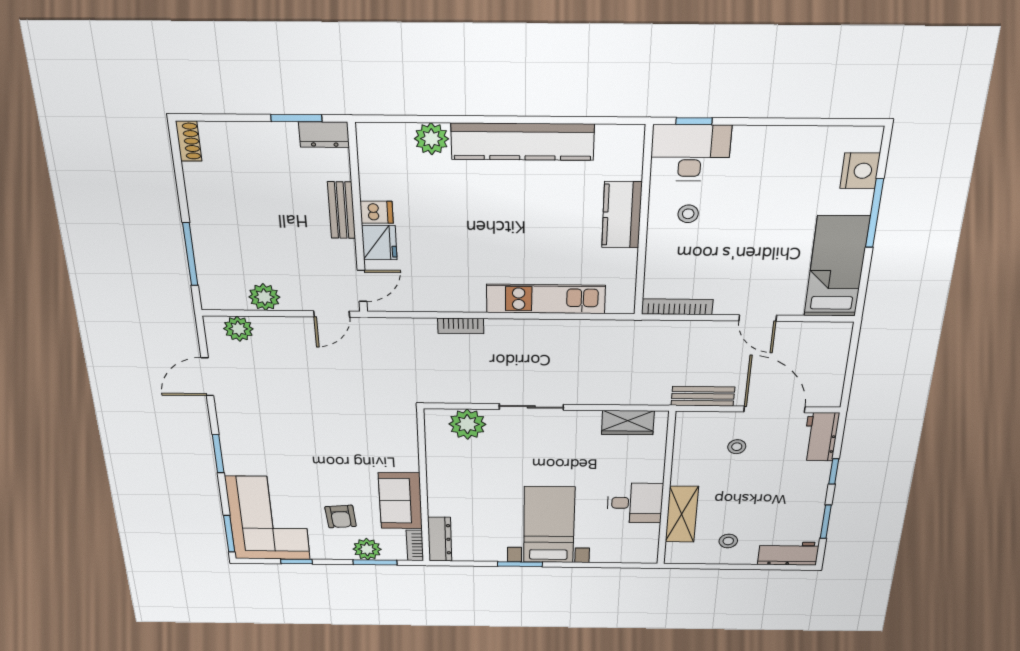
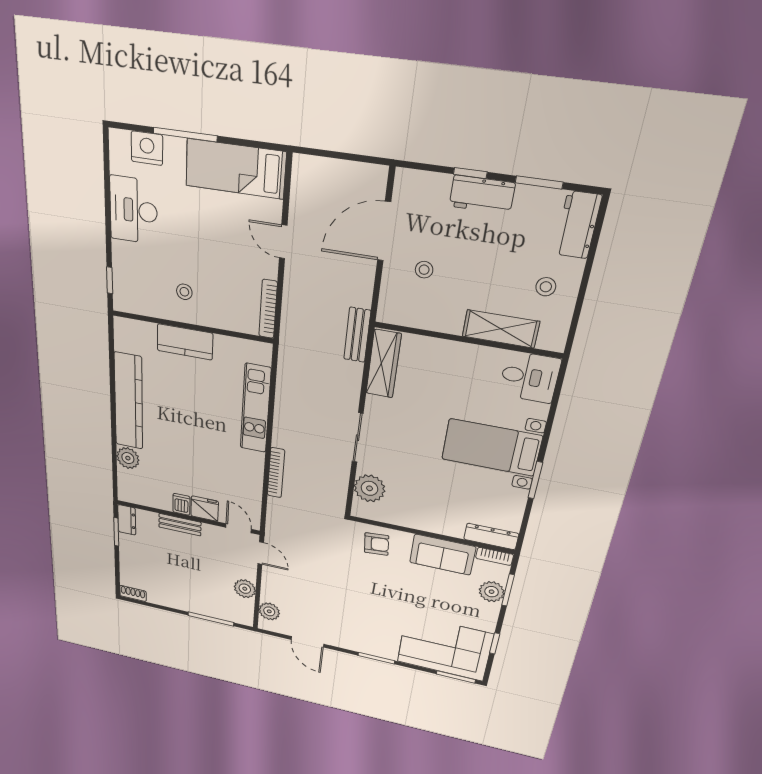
desk: (690, 153) -> (134, 210), moved
door: (758, 318) -> (283, 242), swing flipped
bookcase: (461, 326) -> (276, 473), width x1.56
bench: (703, 396) -> (357, 335), moved
wardrobe: (628, 423) -> (383, 364), width x1.50
workbench: (821, 437) -> (482, 195), moved
desk: (635, 503) -> (530, 377), moved, turned 90
armchair: (341, 517) -> (377, 544), moved

